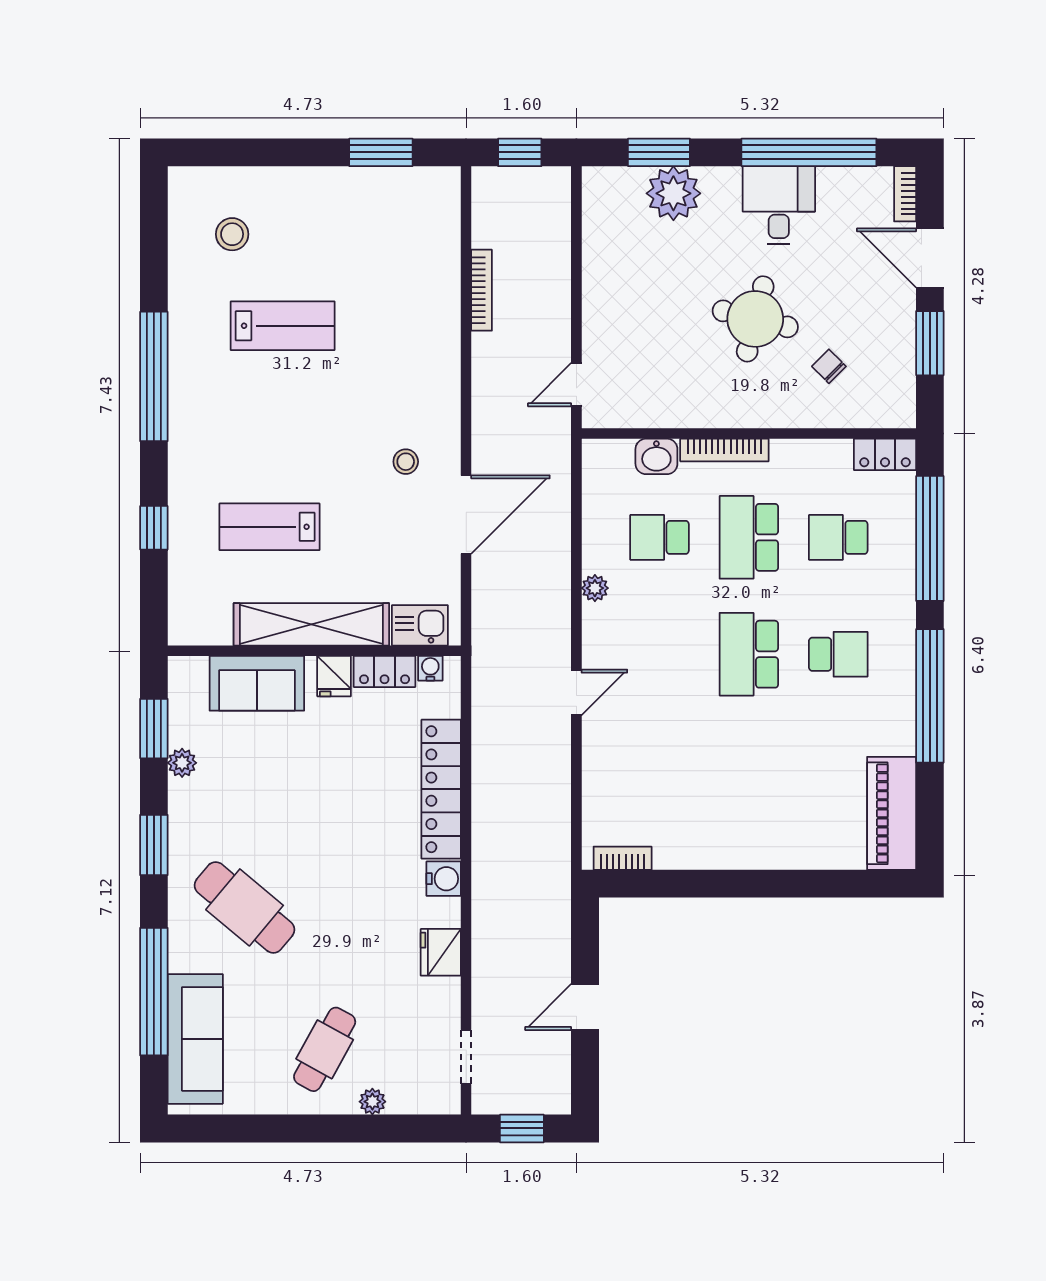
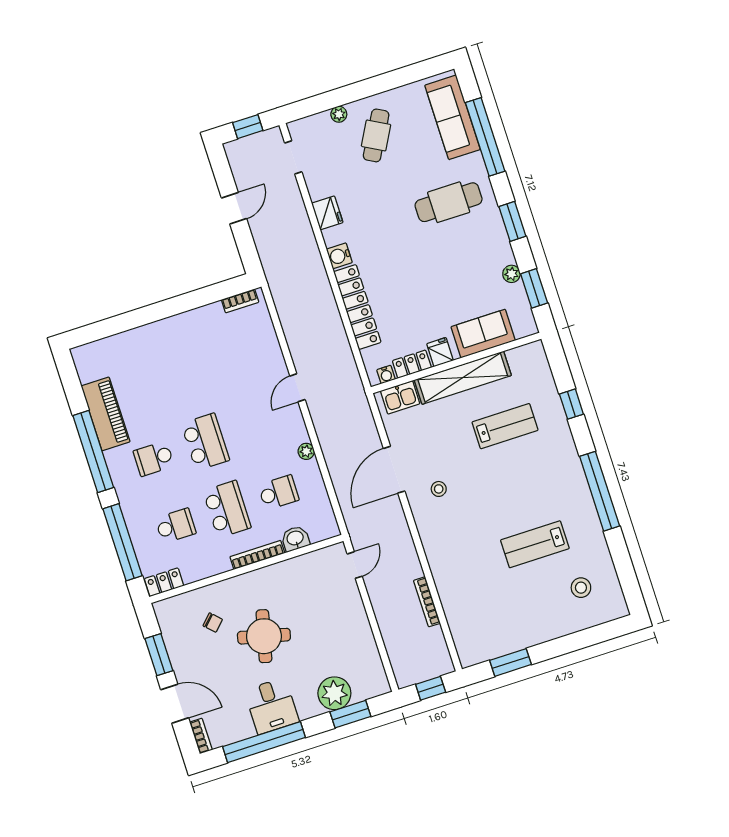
piano: (892, 813) -> (105, 414), moved
cafe table: (245, 907) -> (449, 202), turned -40

